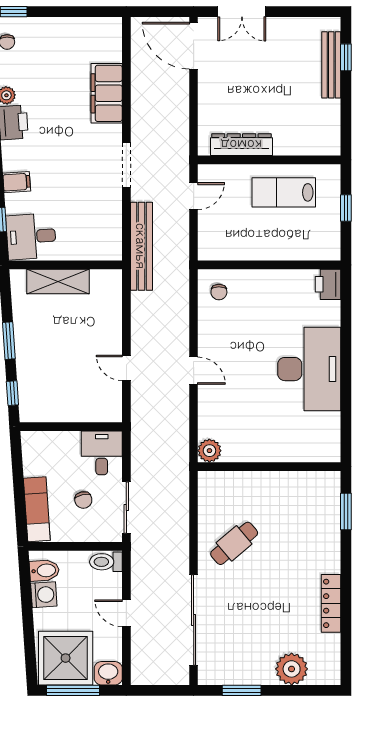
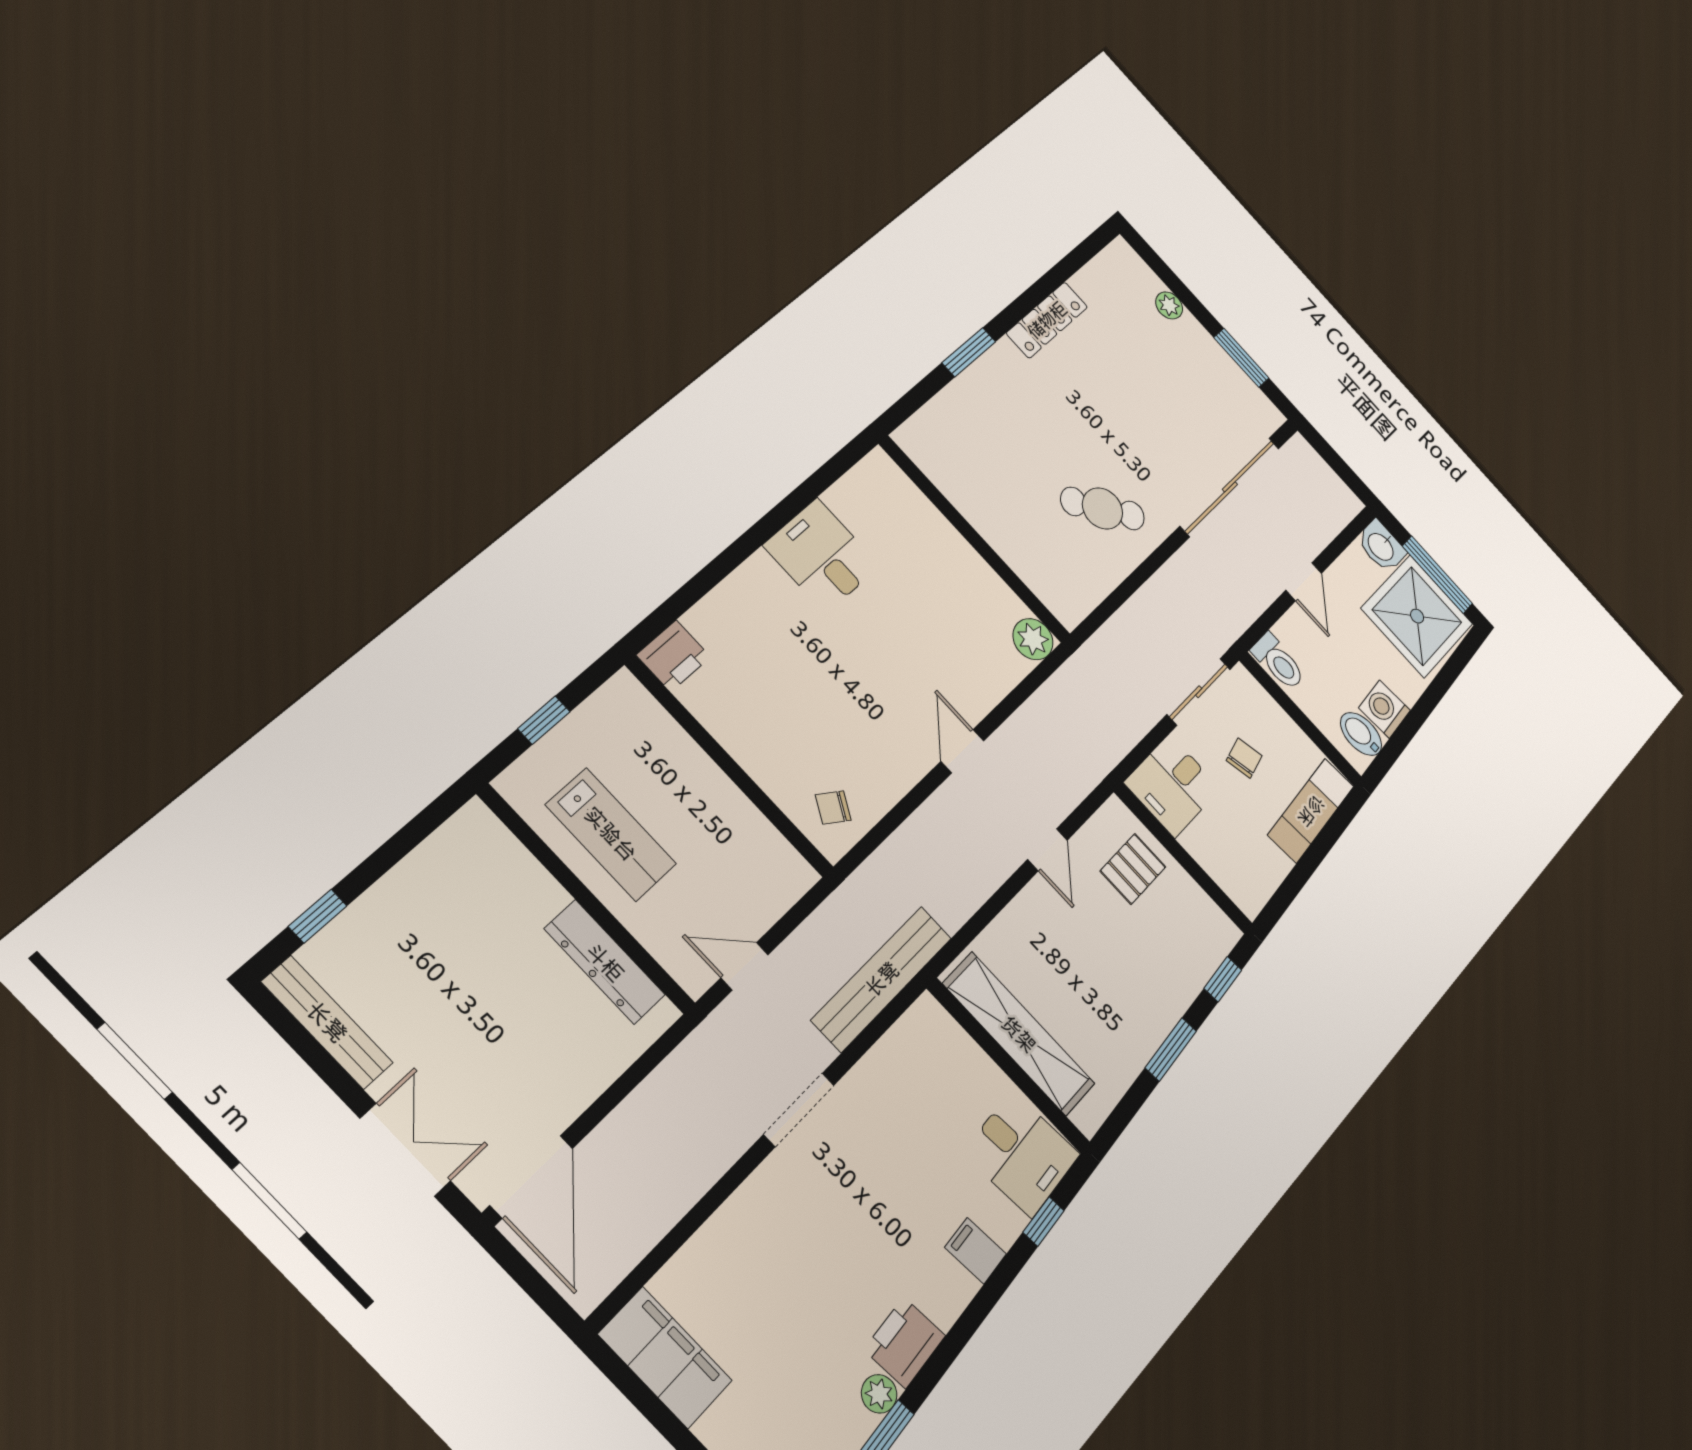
bench: (331, 65) -> (327, 1022), moved, turned 90
filing cabinet: (107, 93) -> (665, 1357), moved, turned -90
shelving: (58, 282) -> (1019, 1034), width x1.47
chair: (219, 292) -> (833, 807), turned -148
desk: (309, 369) -> (822, 556), width x0.53, depth x0.77
pallet: (87, 399) -> (1133, 869), added
window: (346, 512) -> (969, 352), moved
plant: (292, 669) -> (1169, 305), width x0.53, depth x0.53

